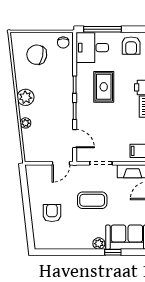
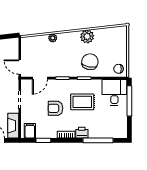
armchair: (131, 46) -> (55, 108), moved
chair: (37, 55) -> (90, 62), moved
plant: (26, 97) -> (87, 36), moved

